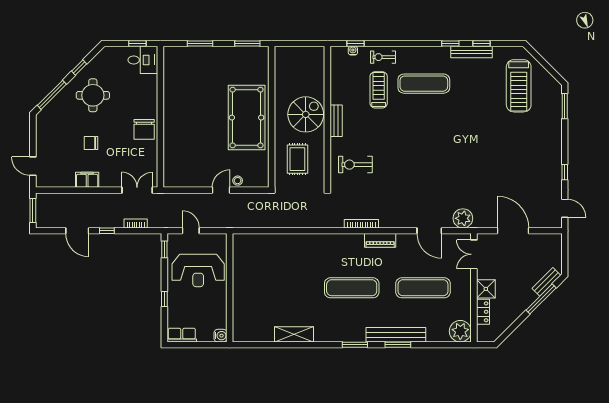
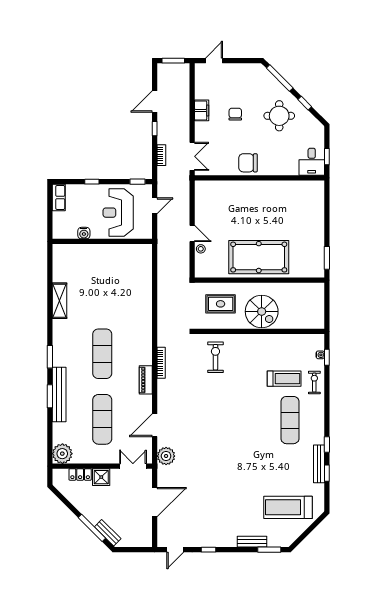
window: (200, 44) -> (327, 214), removed
bench: (336, 121) -> (252, 542), moved
water cooler: (220, 336) -> (84, 233), moved

